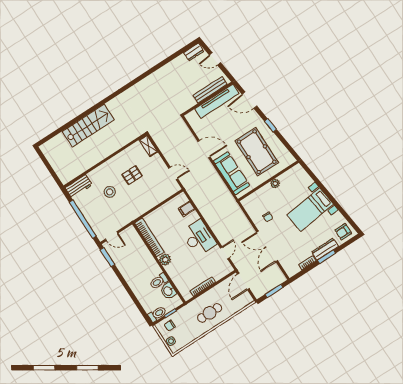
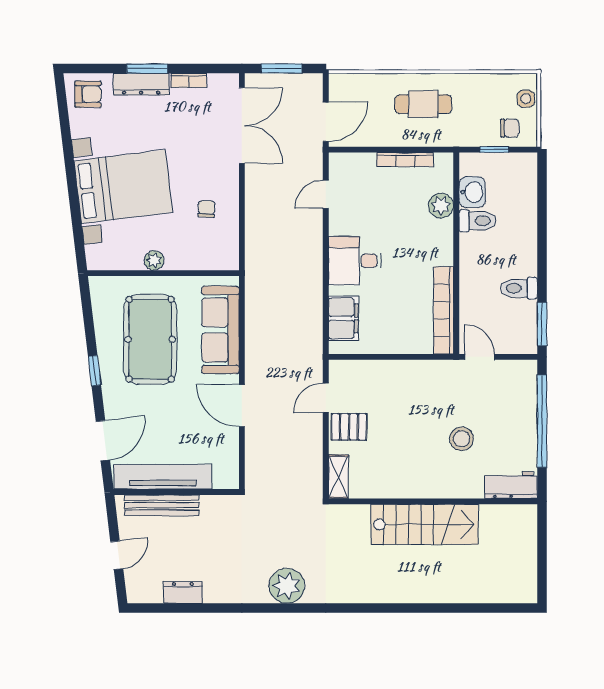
dresser: (194, 52) -> (183, 592), moved
door: (215, 59) -> (117, 555), hinge flipped
plant: (141, 90) -> (287, 586), added
door: (249, 100) -> (103, 441), hinge flipped
stairs: (88, 126) -> (424, 524), moved, turned 180
door: (173, 173) -> (326, 398), hinge flipped
pallet: (132, 175) -> (349, 427), moved
filing cabinet: (186, 209) -> (343, 318), width x2.00
bed with nightstands: (310, 210) -> (123, 187), width x1.36
door: (112, 236) -> (480, 357), moved
desk: (199, 238) -> (355, 261), width x0.73
double door: (267, 246) -> (242, 125), moved
plant: (165, 260) -> (441, 206), moved
toilet: (157, 314) -> (519, 288), moved

